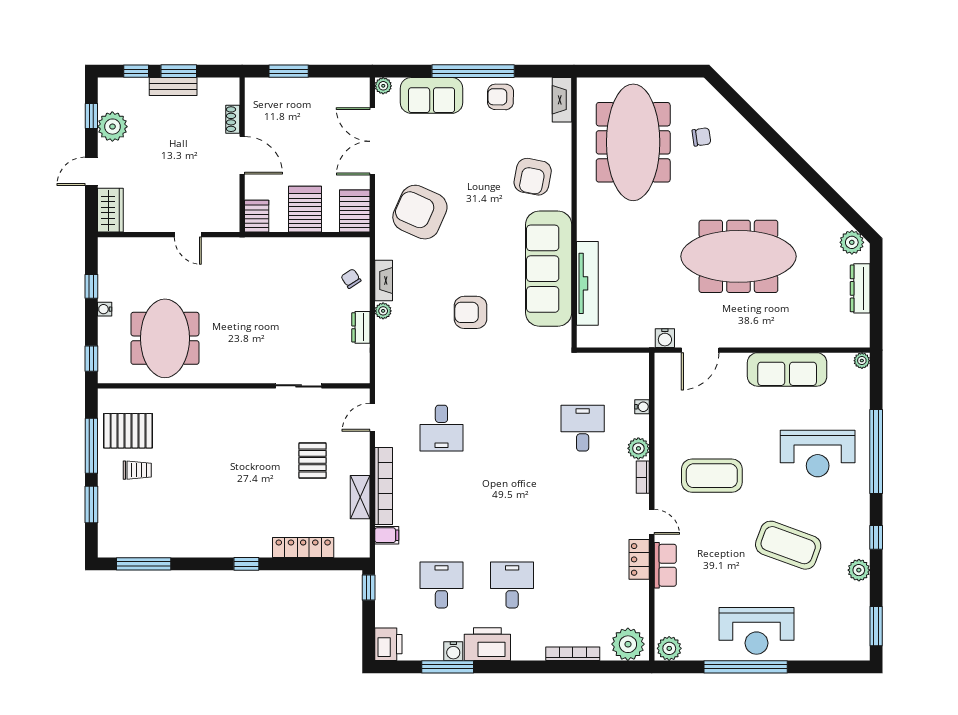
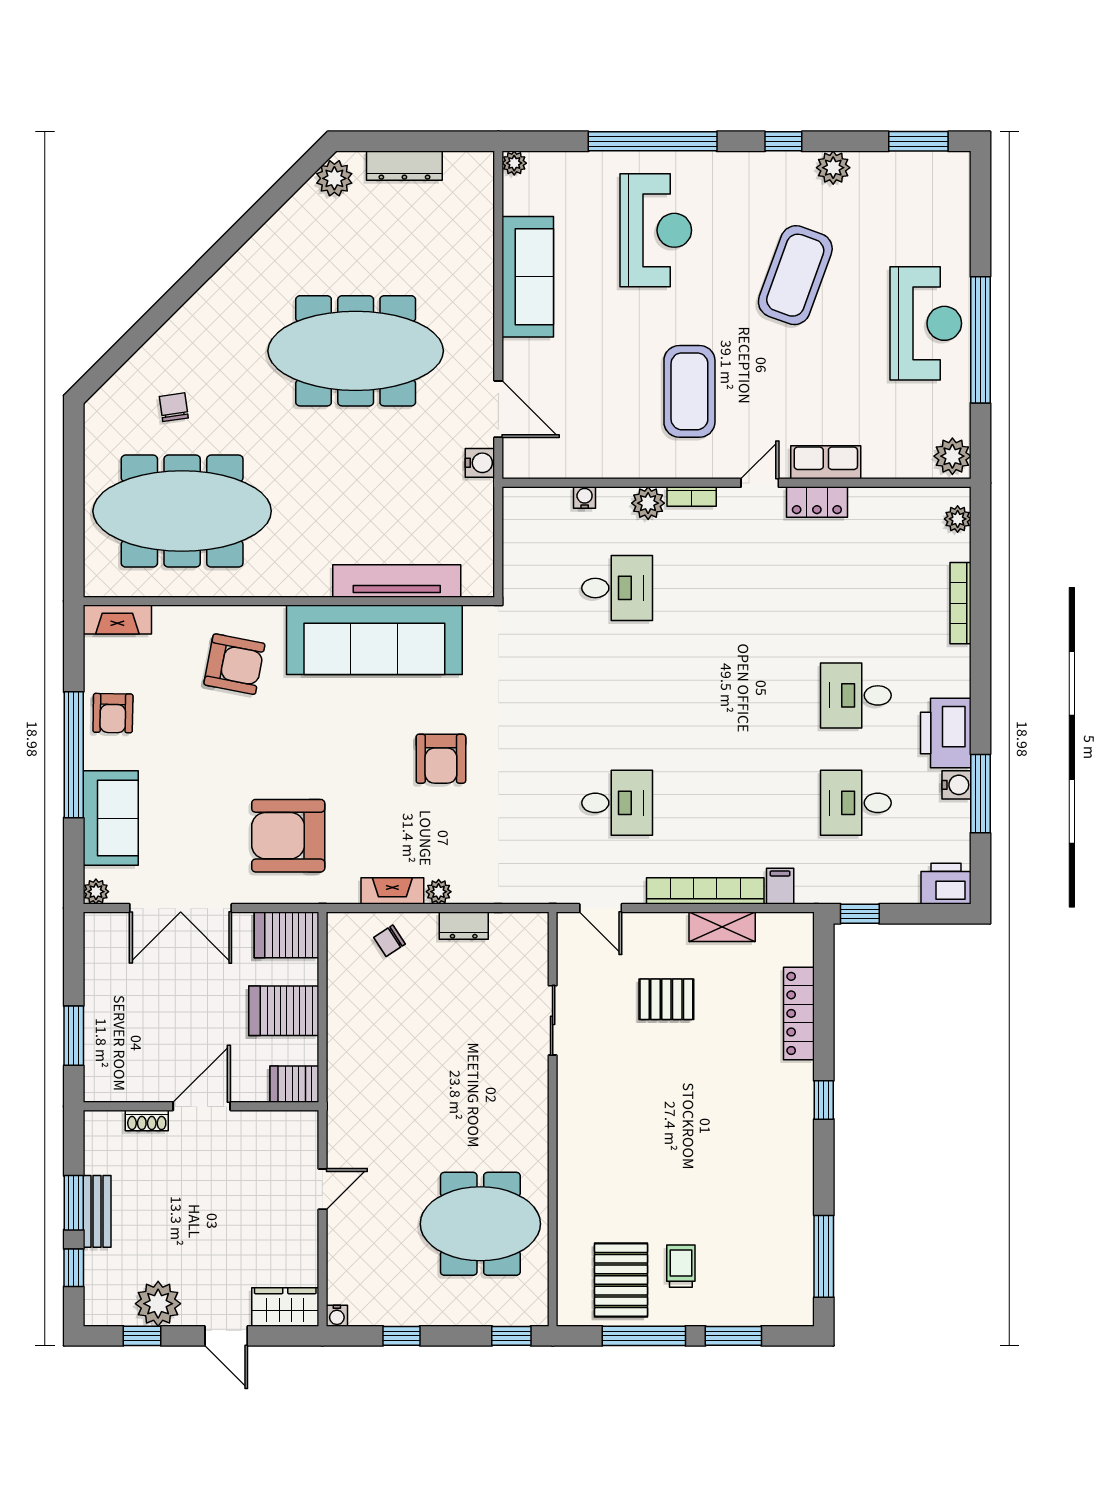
armchair: (420, 212) -> (288, 836), turned 66
meeting table: (738, 256) -> (356, 351), turned 90
water cooler: (105, 309) -> (337, 1316), moved
desk: (583, 428) -> (617, 588), turned 180
plant: (628, 644) -> (958, 519), width x0.53, depth x0.53

